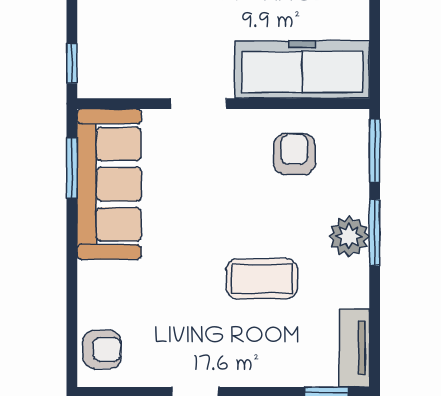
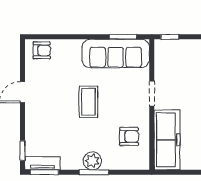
window: (375, 150) -> (44, 172), moved
coffee table: (262, 279) -> (88, 102), moved
armchair: (102, 349) -> (42, 50), turned -90

